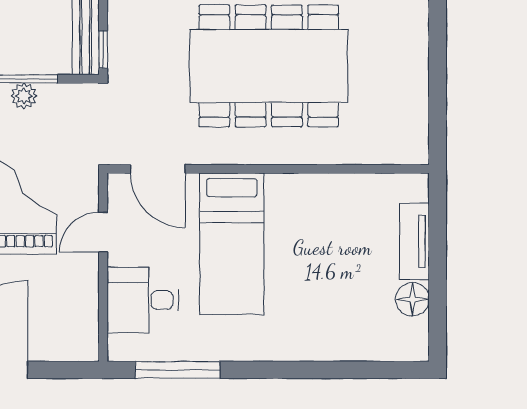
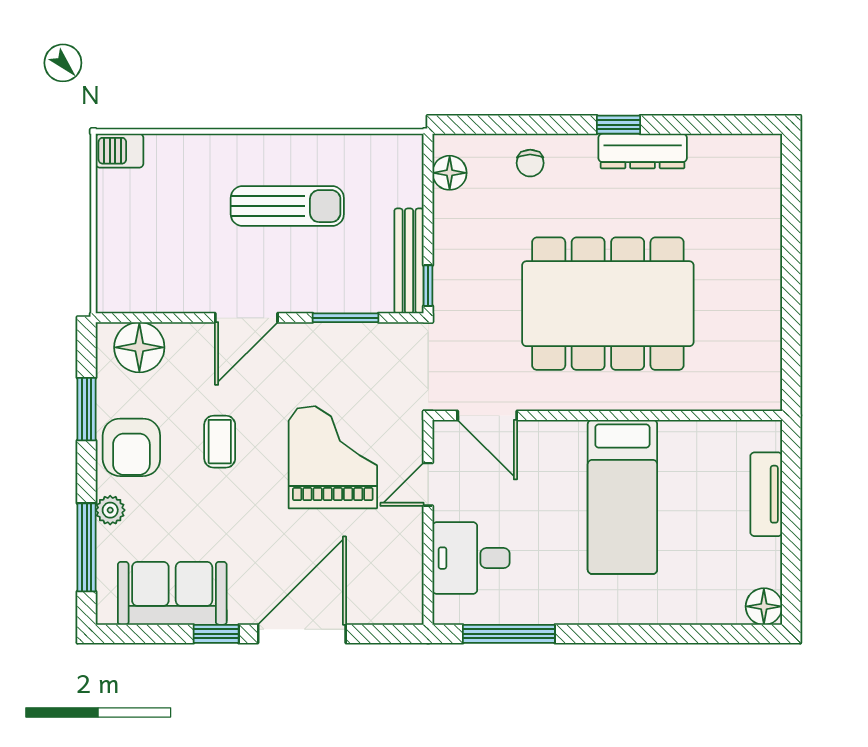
plant: (24, 96) -> (342, 336), removed
bed: (232, 244) -> (622, 497), moved
floor lamp: (412, 299) -> (764, 606), moved

